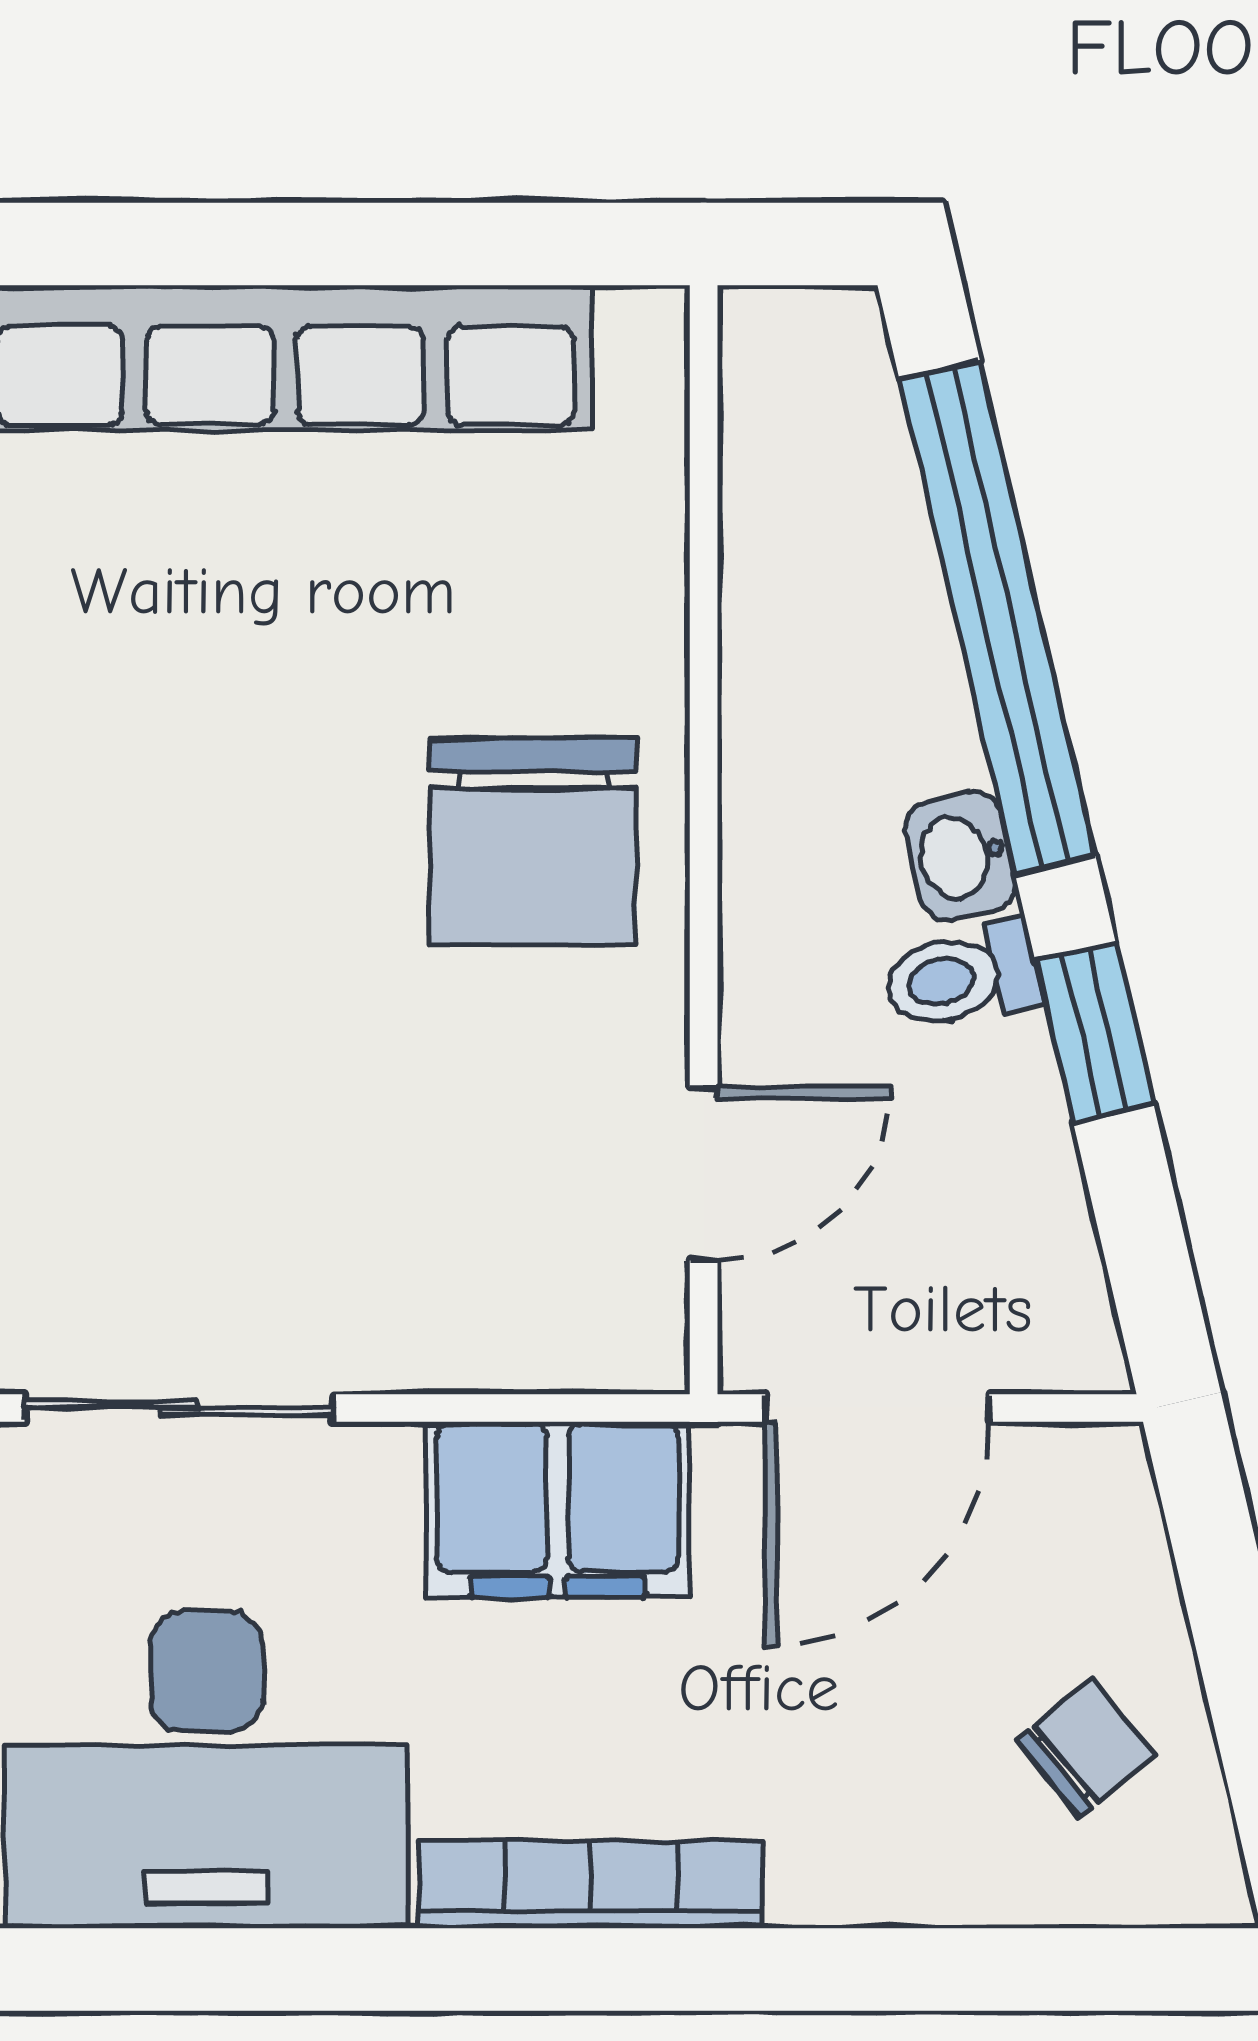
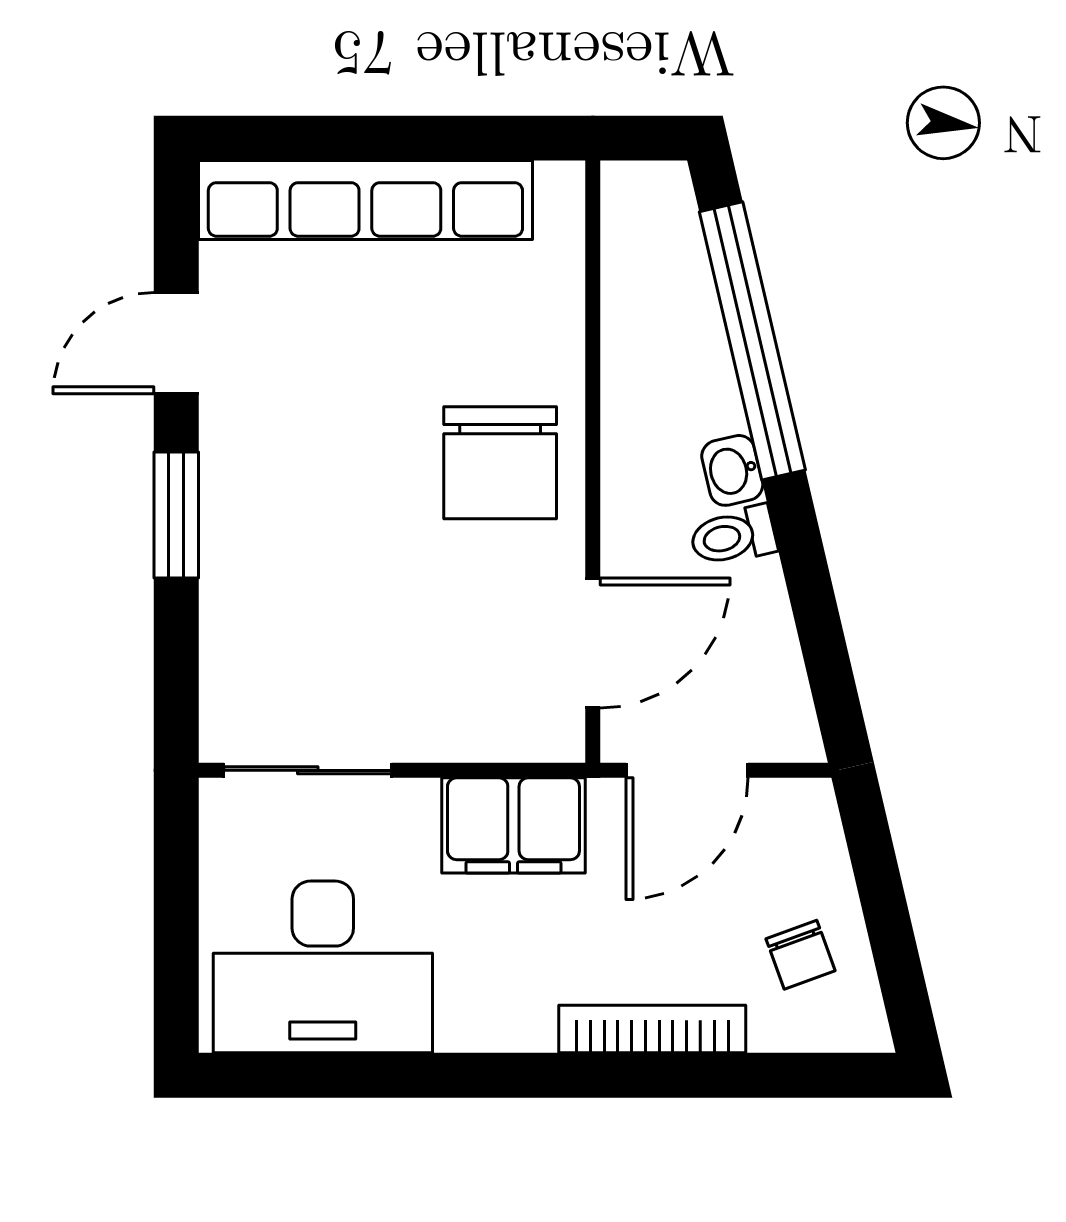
window: (1095, 1033) -> (805, 566), removed
door: (704, 1174) -> (593, 643), width x1.38
chair: (1086, 1748) -> (801, 955), turned 110
bookcase: (591, 1884) -> (652, 1029), moved

